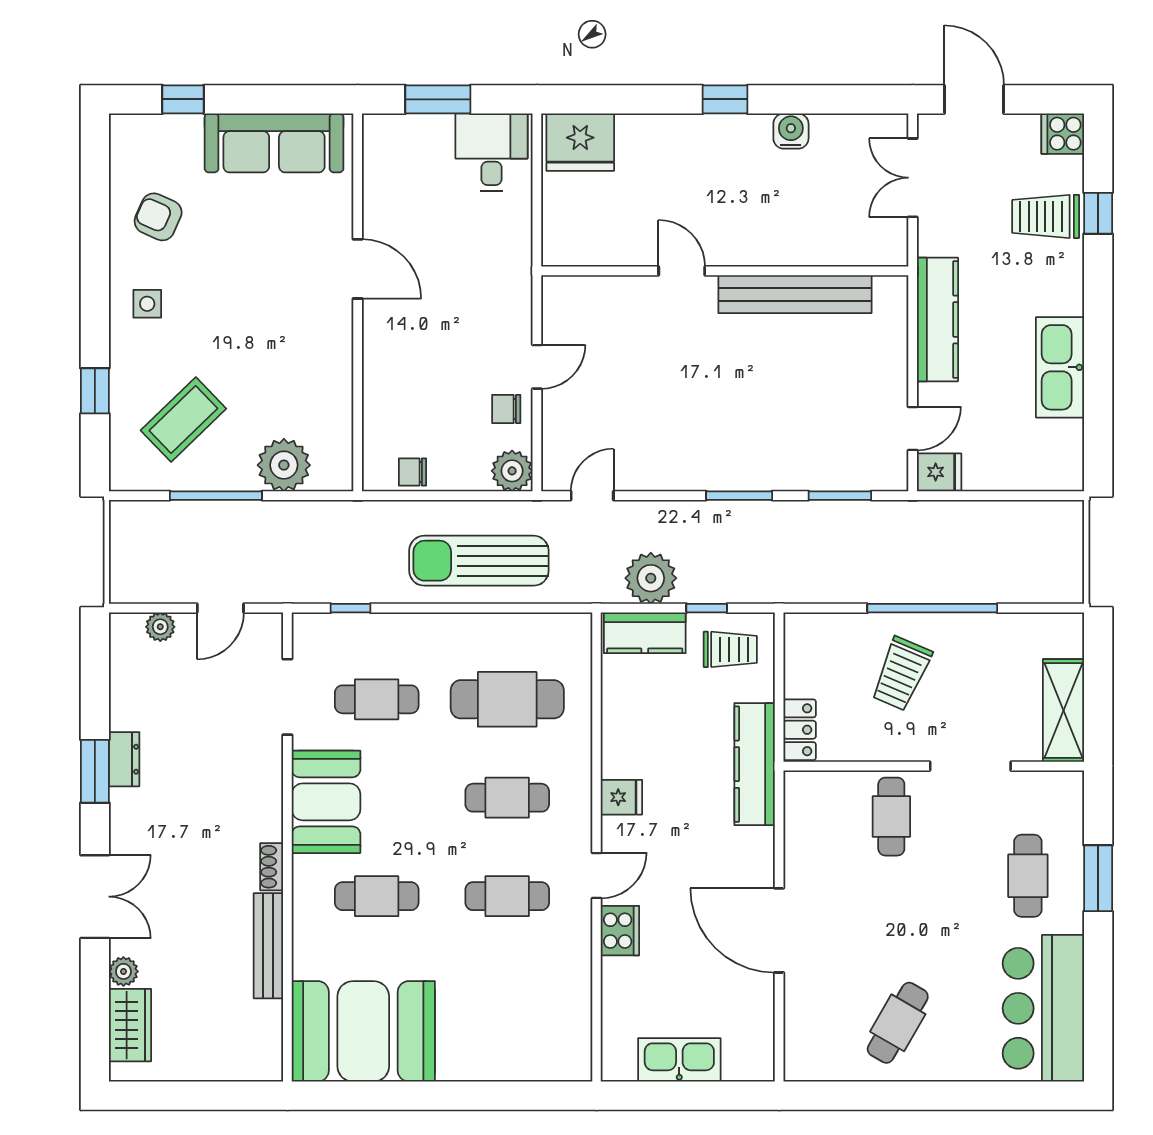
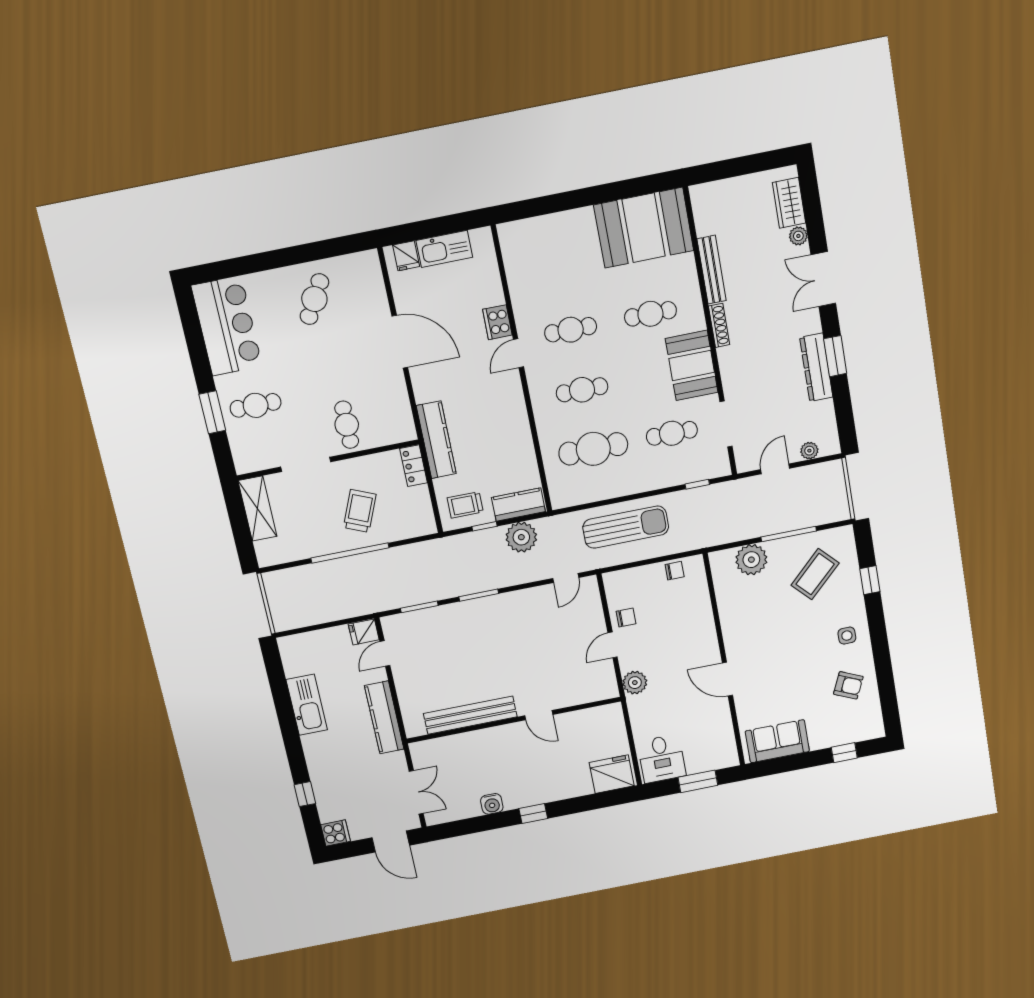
sofa: (274, 143) -> (777, 741), width x0.73
trolley: (1046, 216) -> (335, 786), removed
plant: (512, 471) -> (635, 683), moved
dresser: (124, 759) -> (816, 367), width x1.96, depth x1.24
fridge: (621, 797) -> (406, 256), moved, turned -90
shoe rack: (272, 867) -> (719, 325), width x1.43
cafe table: (1028, 876) -> (256, 405), turned 90

